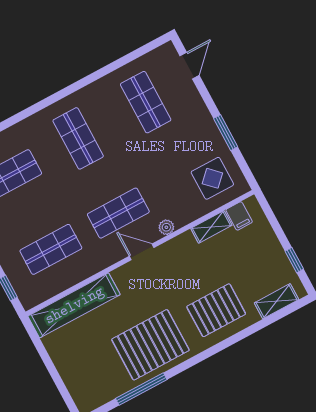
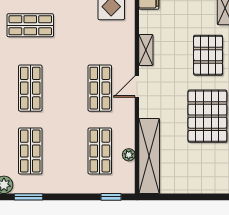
shop shelf: (78, 138) -> (30, 88), turned 90
plant: (166, 227) -> (129, 155), moved
shelving: (211, 227) -> (146, 50), moved

